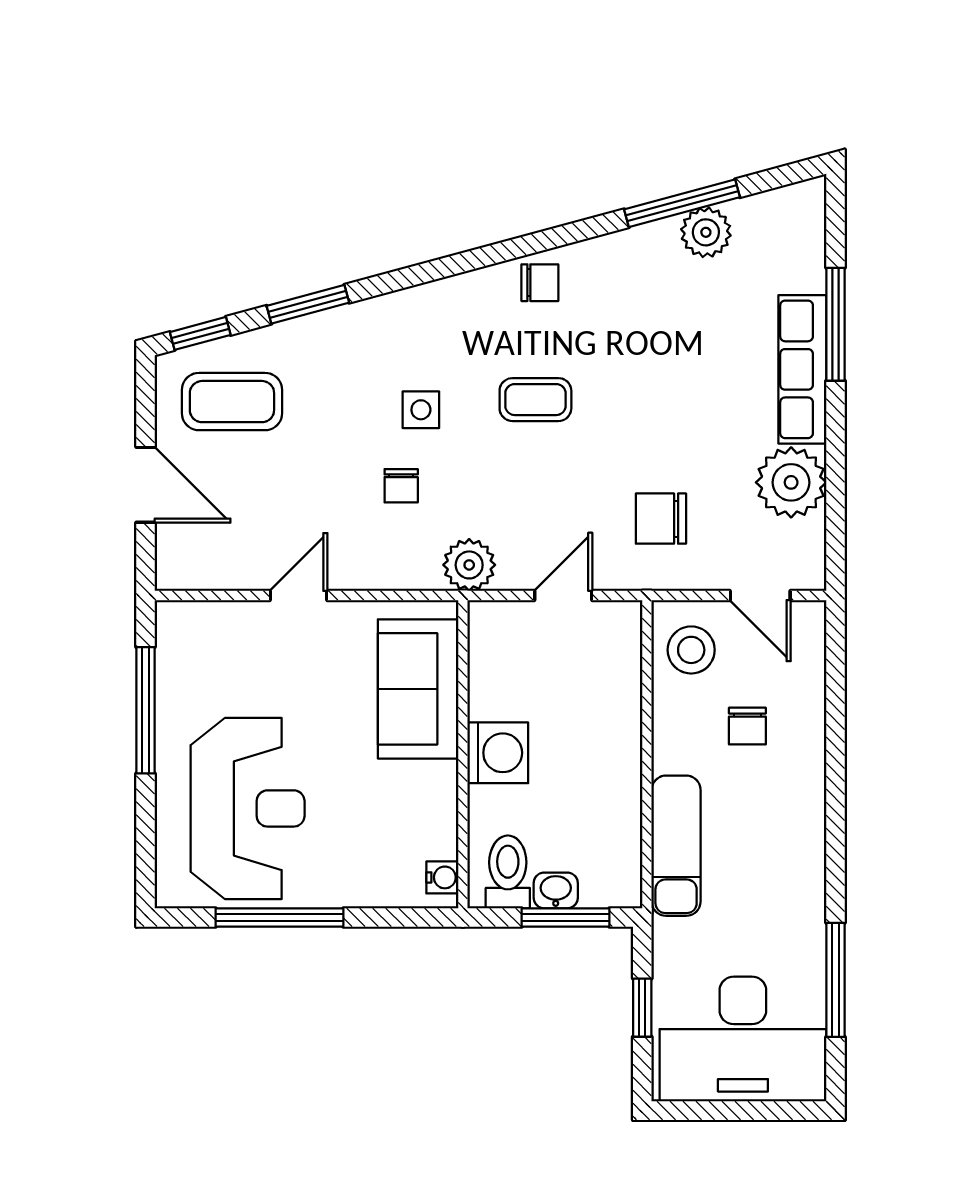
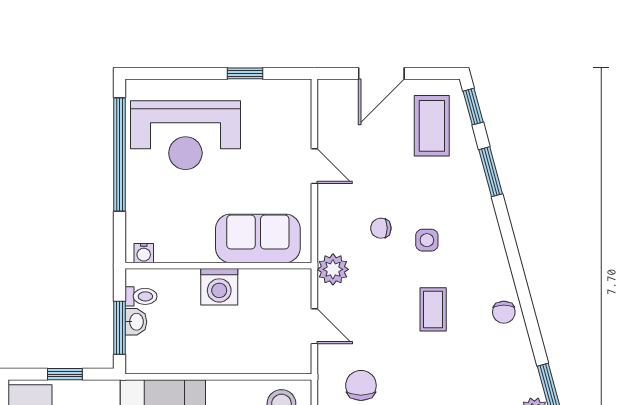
window: (145, 710) -> (245, 73), width x0.46
toilet: (508, 872) -> (141, 296), width x0.73, depth x0.72
window: (279, 917) -> (119, 155), width x1.46

